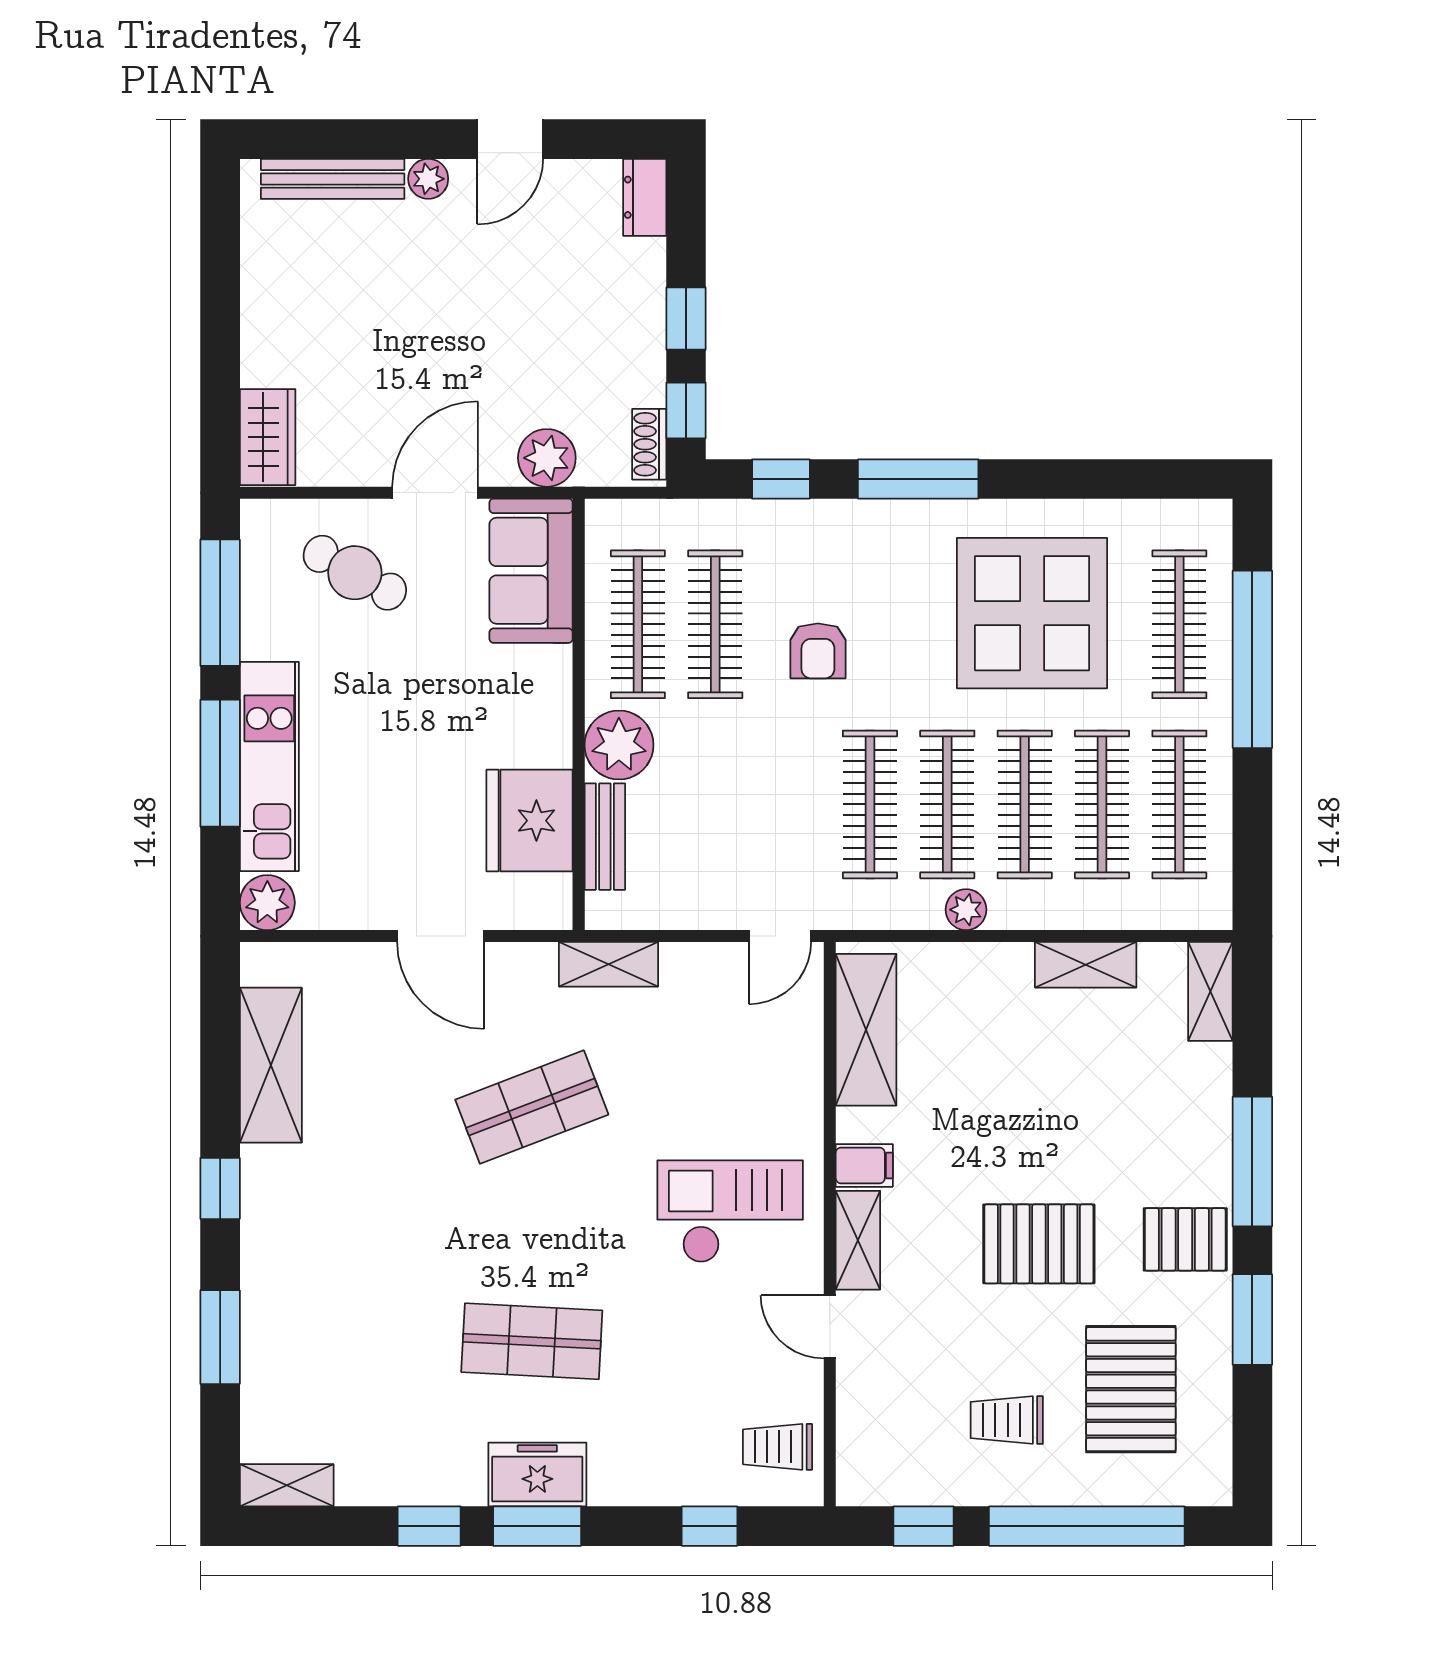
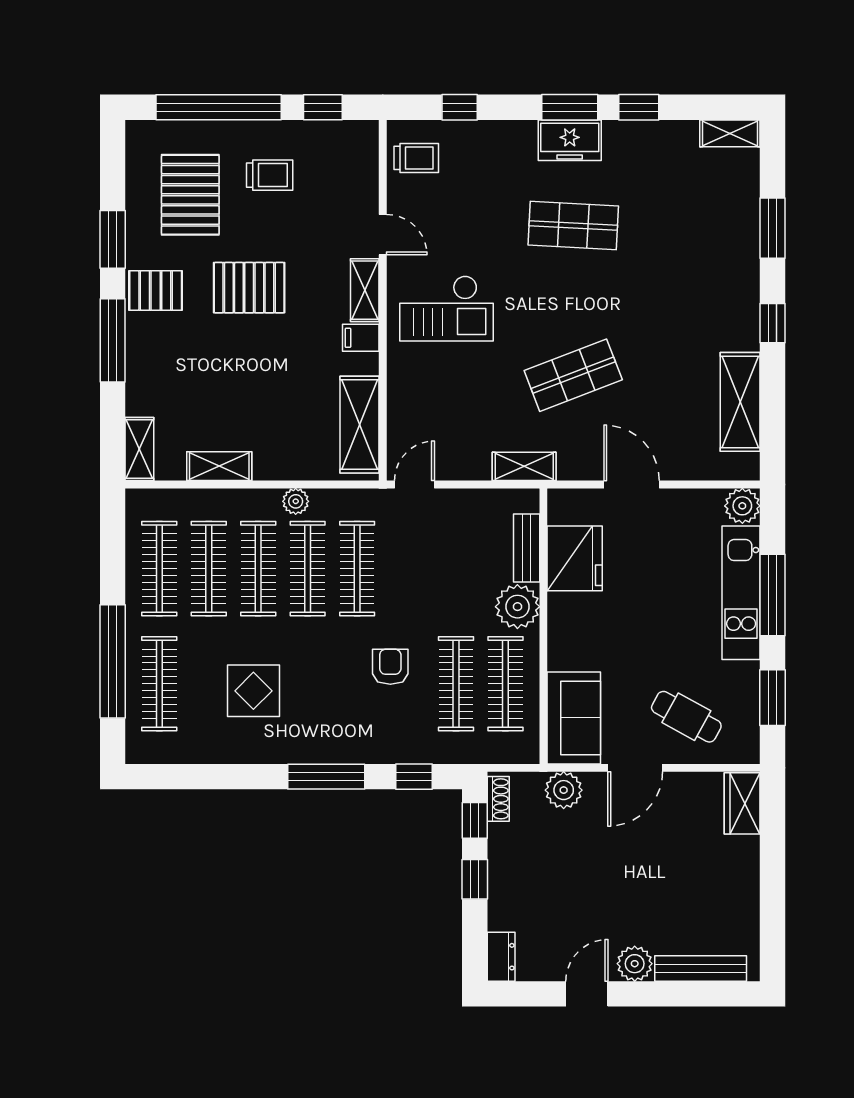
plant: (428, 179) -> (635, 964), width x1.38, depth x1.38
window: (220, 603) -> (772, 698), width x0.69
display table: (1032, 613) -> (253, 691), width x0.54, depth x0.54

